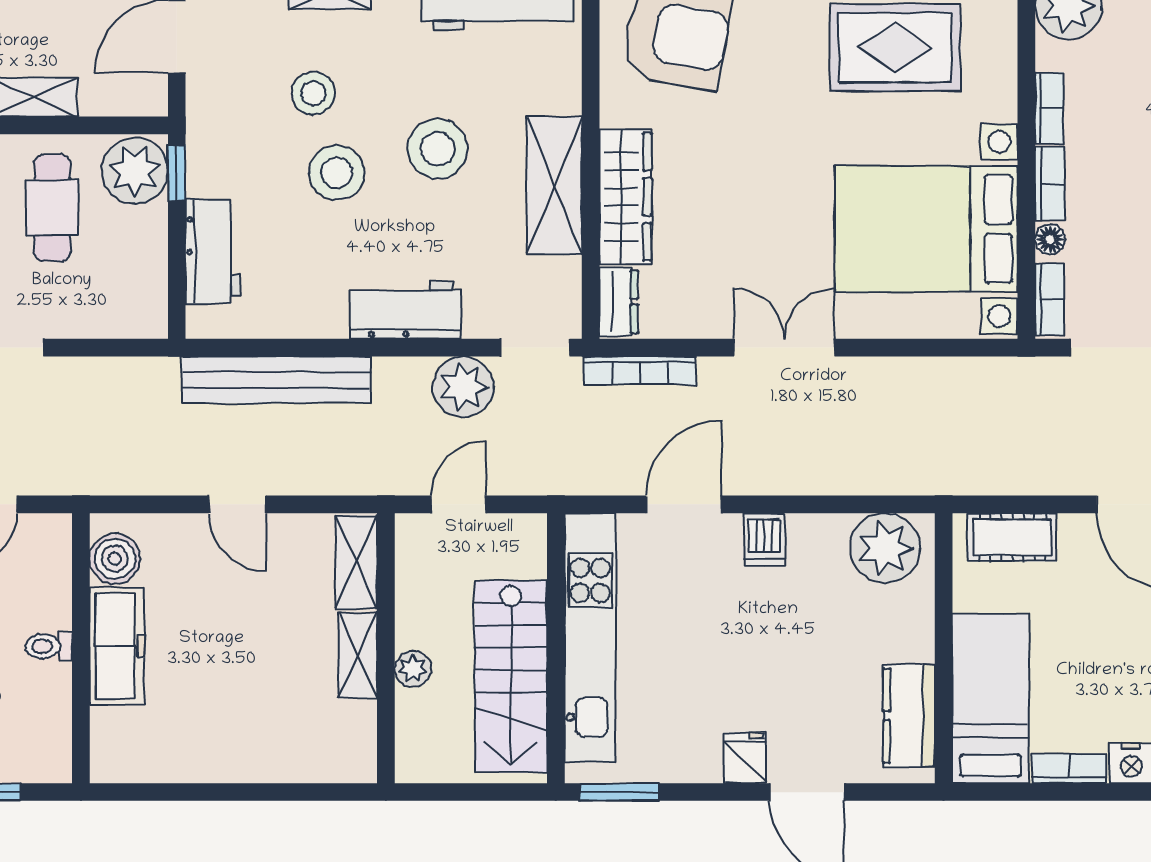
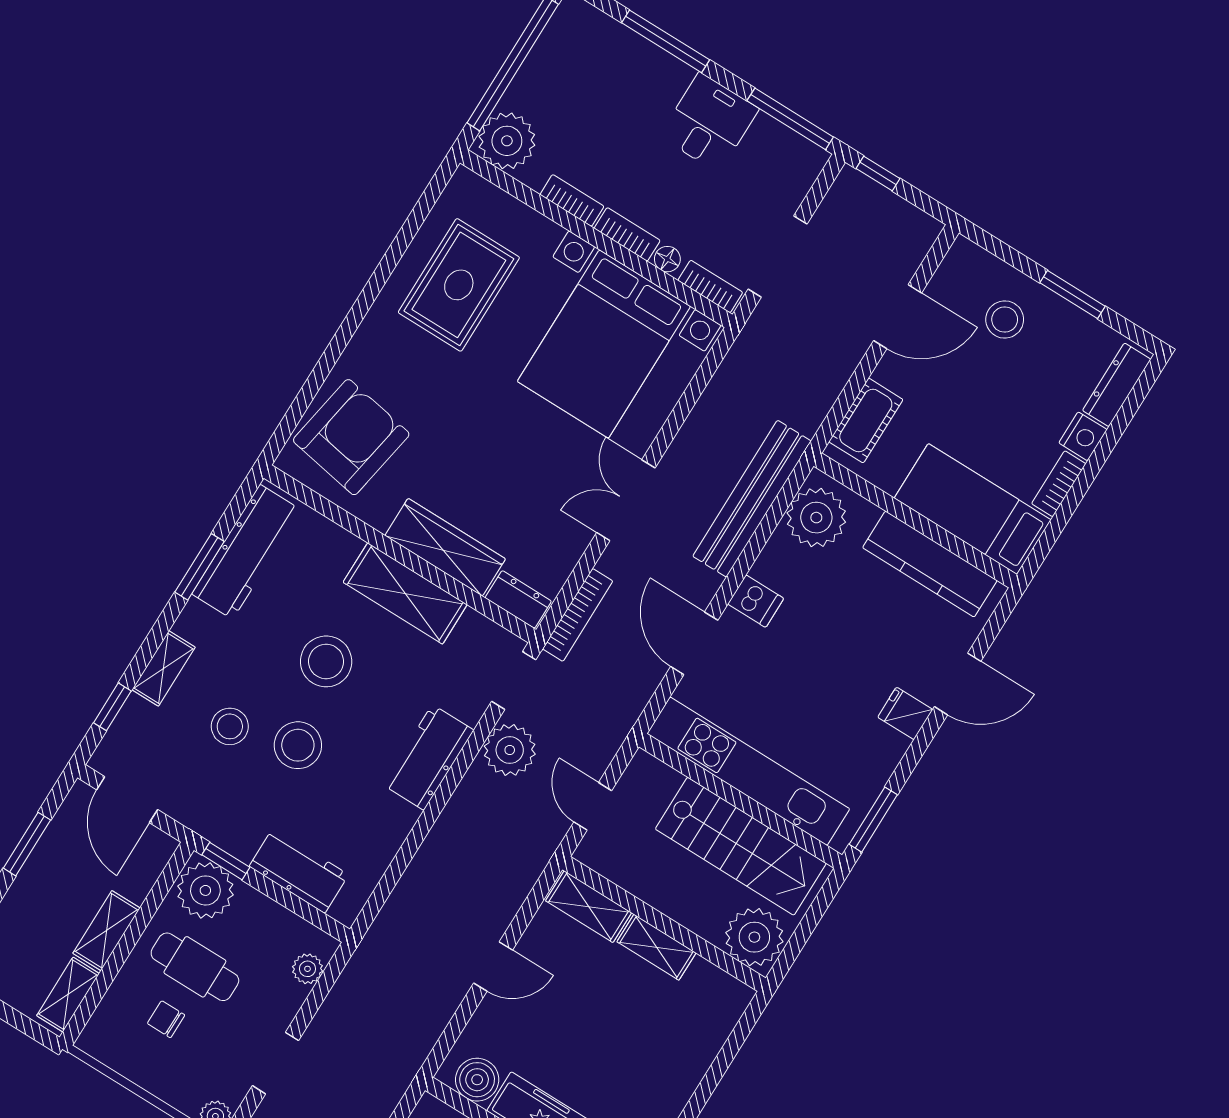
plant: (120, 321) -> (308, 969), added
bench: (276, 380) -> (752, 499), moved
plant: (413, 669) -> (754, 937), moved, width x1.88, depth x1.88
kitchen counter: (909, 716) -> (930, 564), width x1.50

